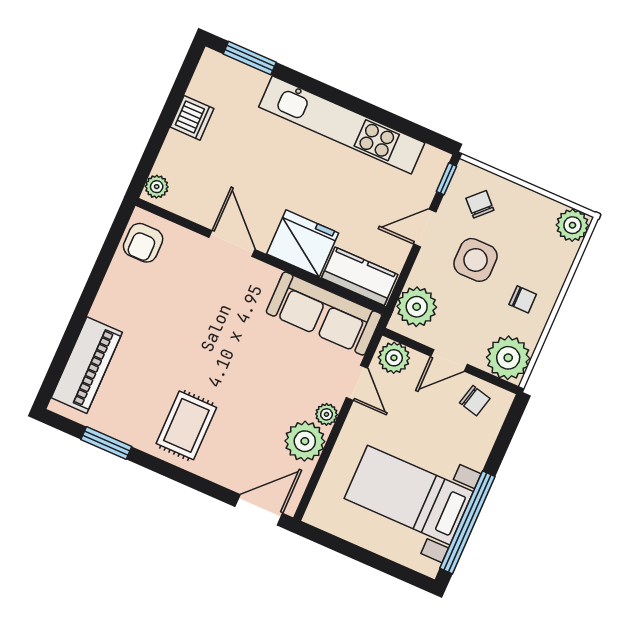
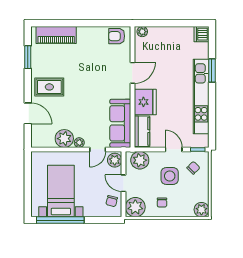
window: (250, 58) -> (212, 71), moved
dishwasher: (192, 118) -> (201, 34), moved, turned 90
door: (259, 510) -> (28, 113), moved

